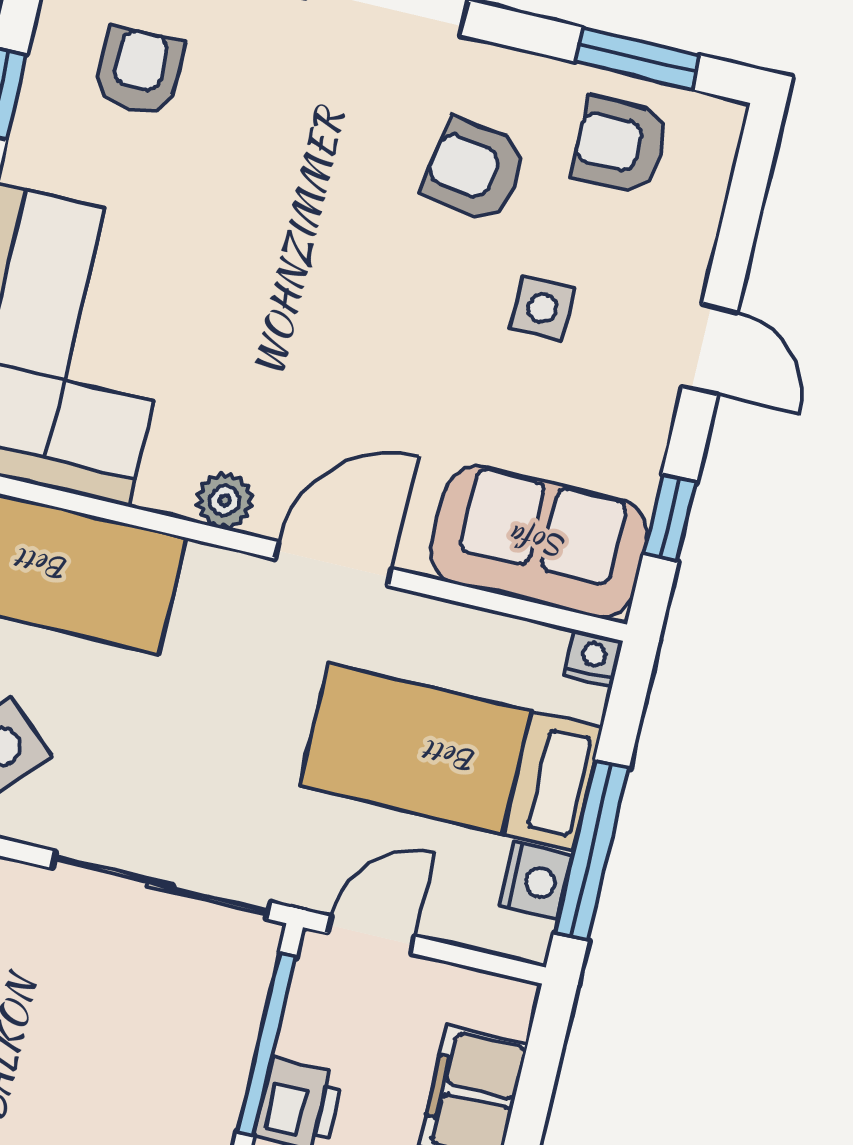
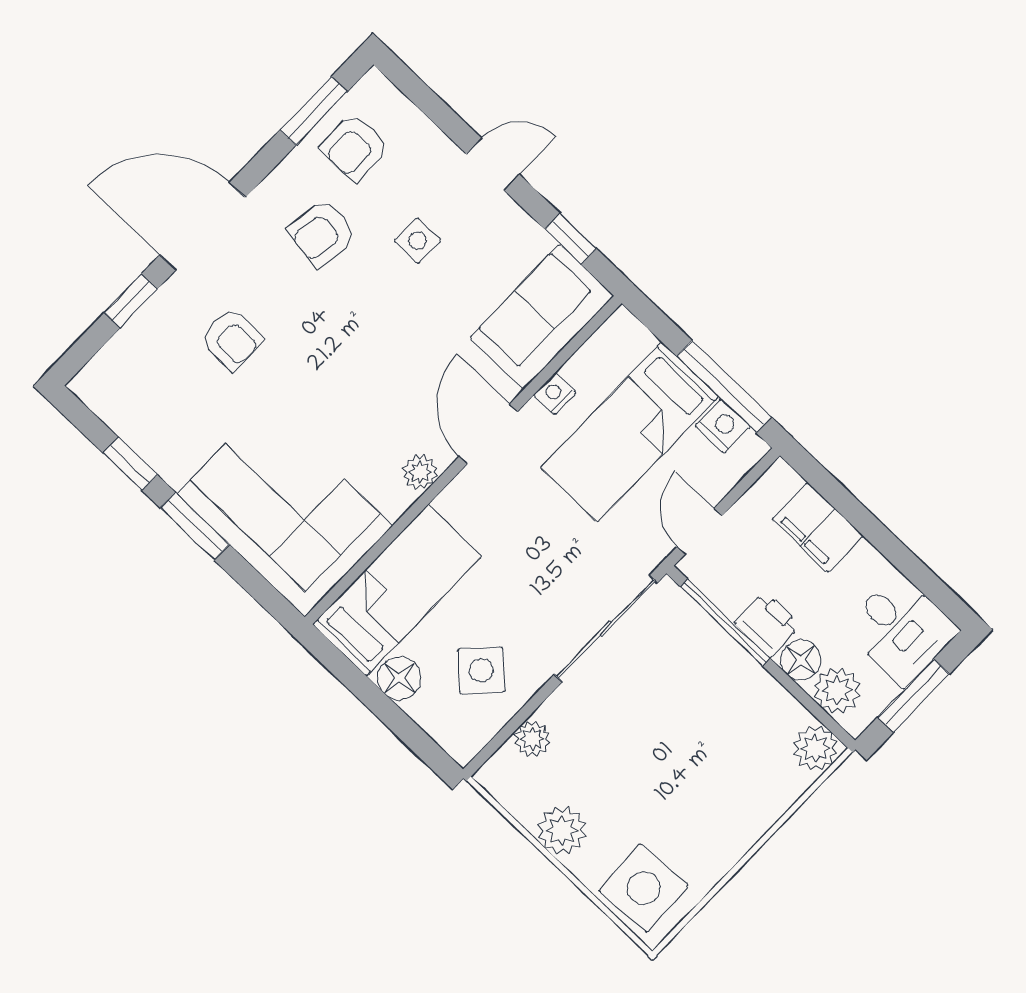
armchair: (138, 71) -> (232, 339), moved, turned 180
nightstand: (593, 658) -> (555, 394), moved

